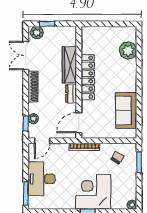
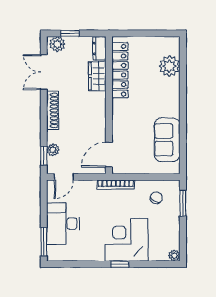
wardrobe: (69, 65) -> (97, 76), width x0.67
locker: (88, 77) -> (120, 70), moved
dresser: (71, 93) -> (99, 48), moved

